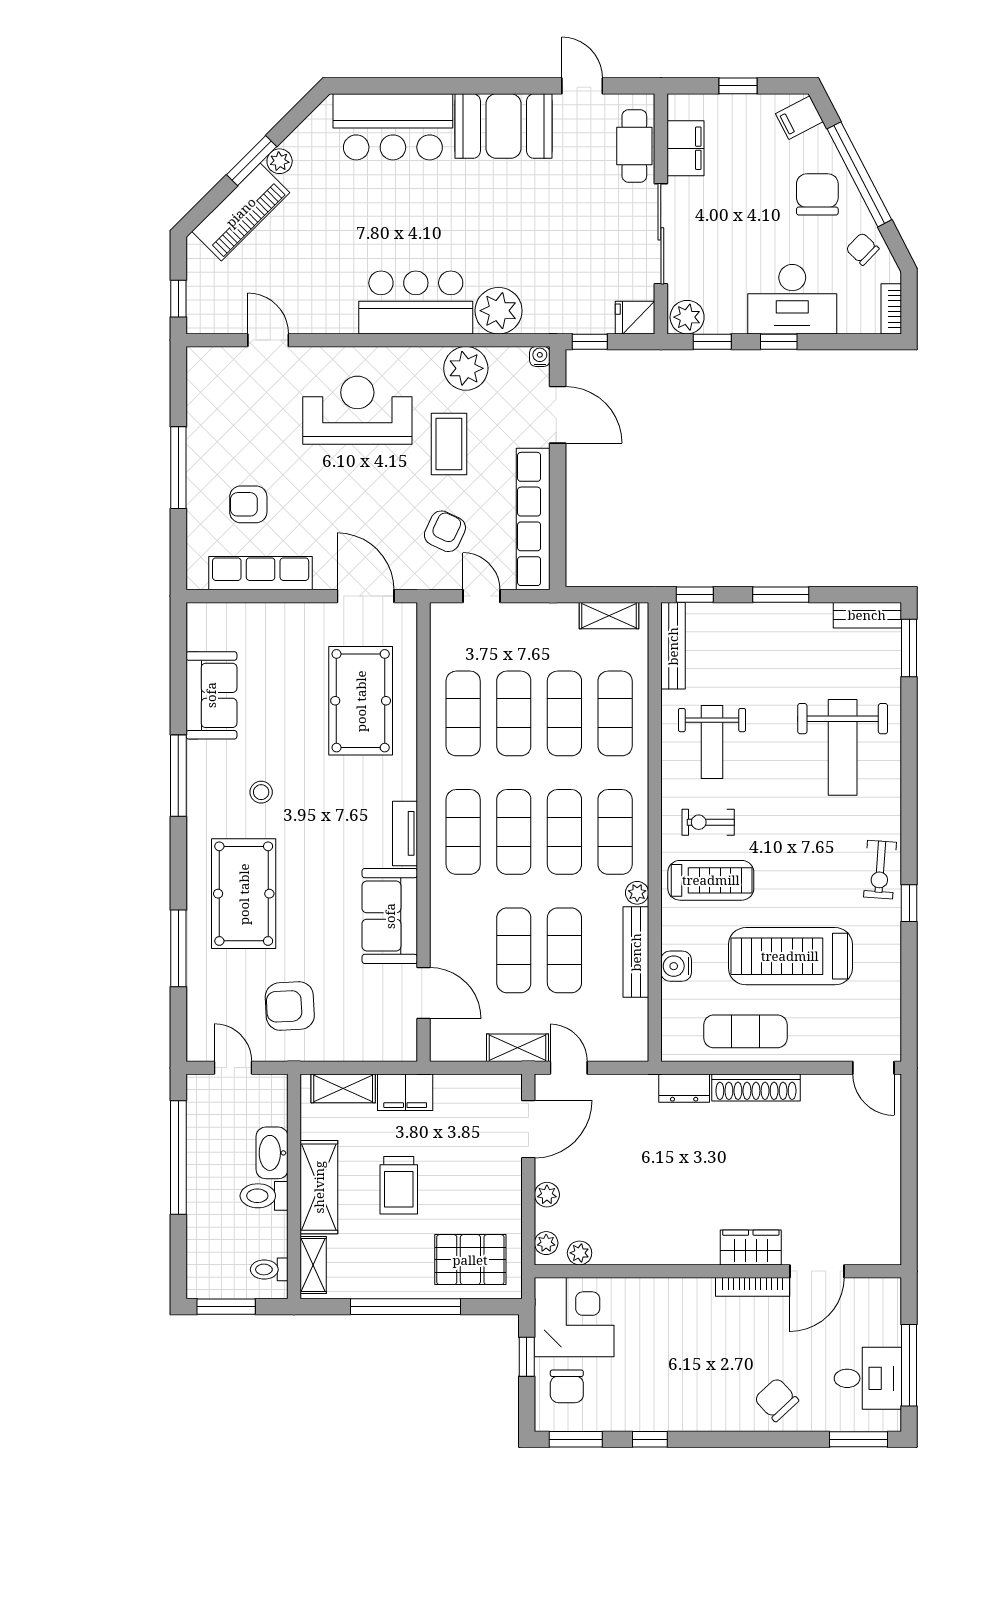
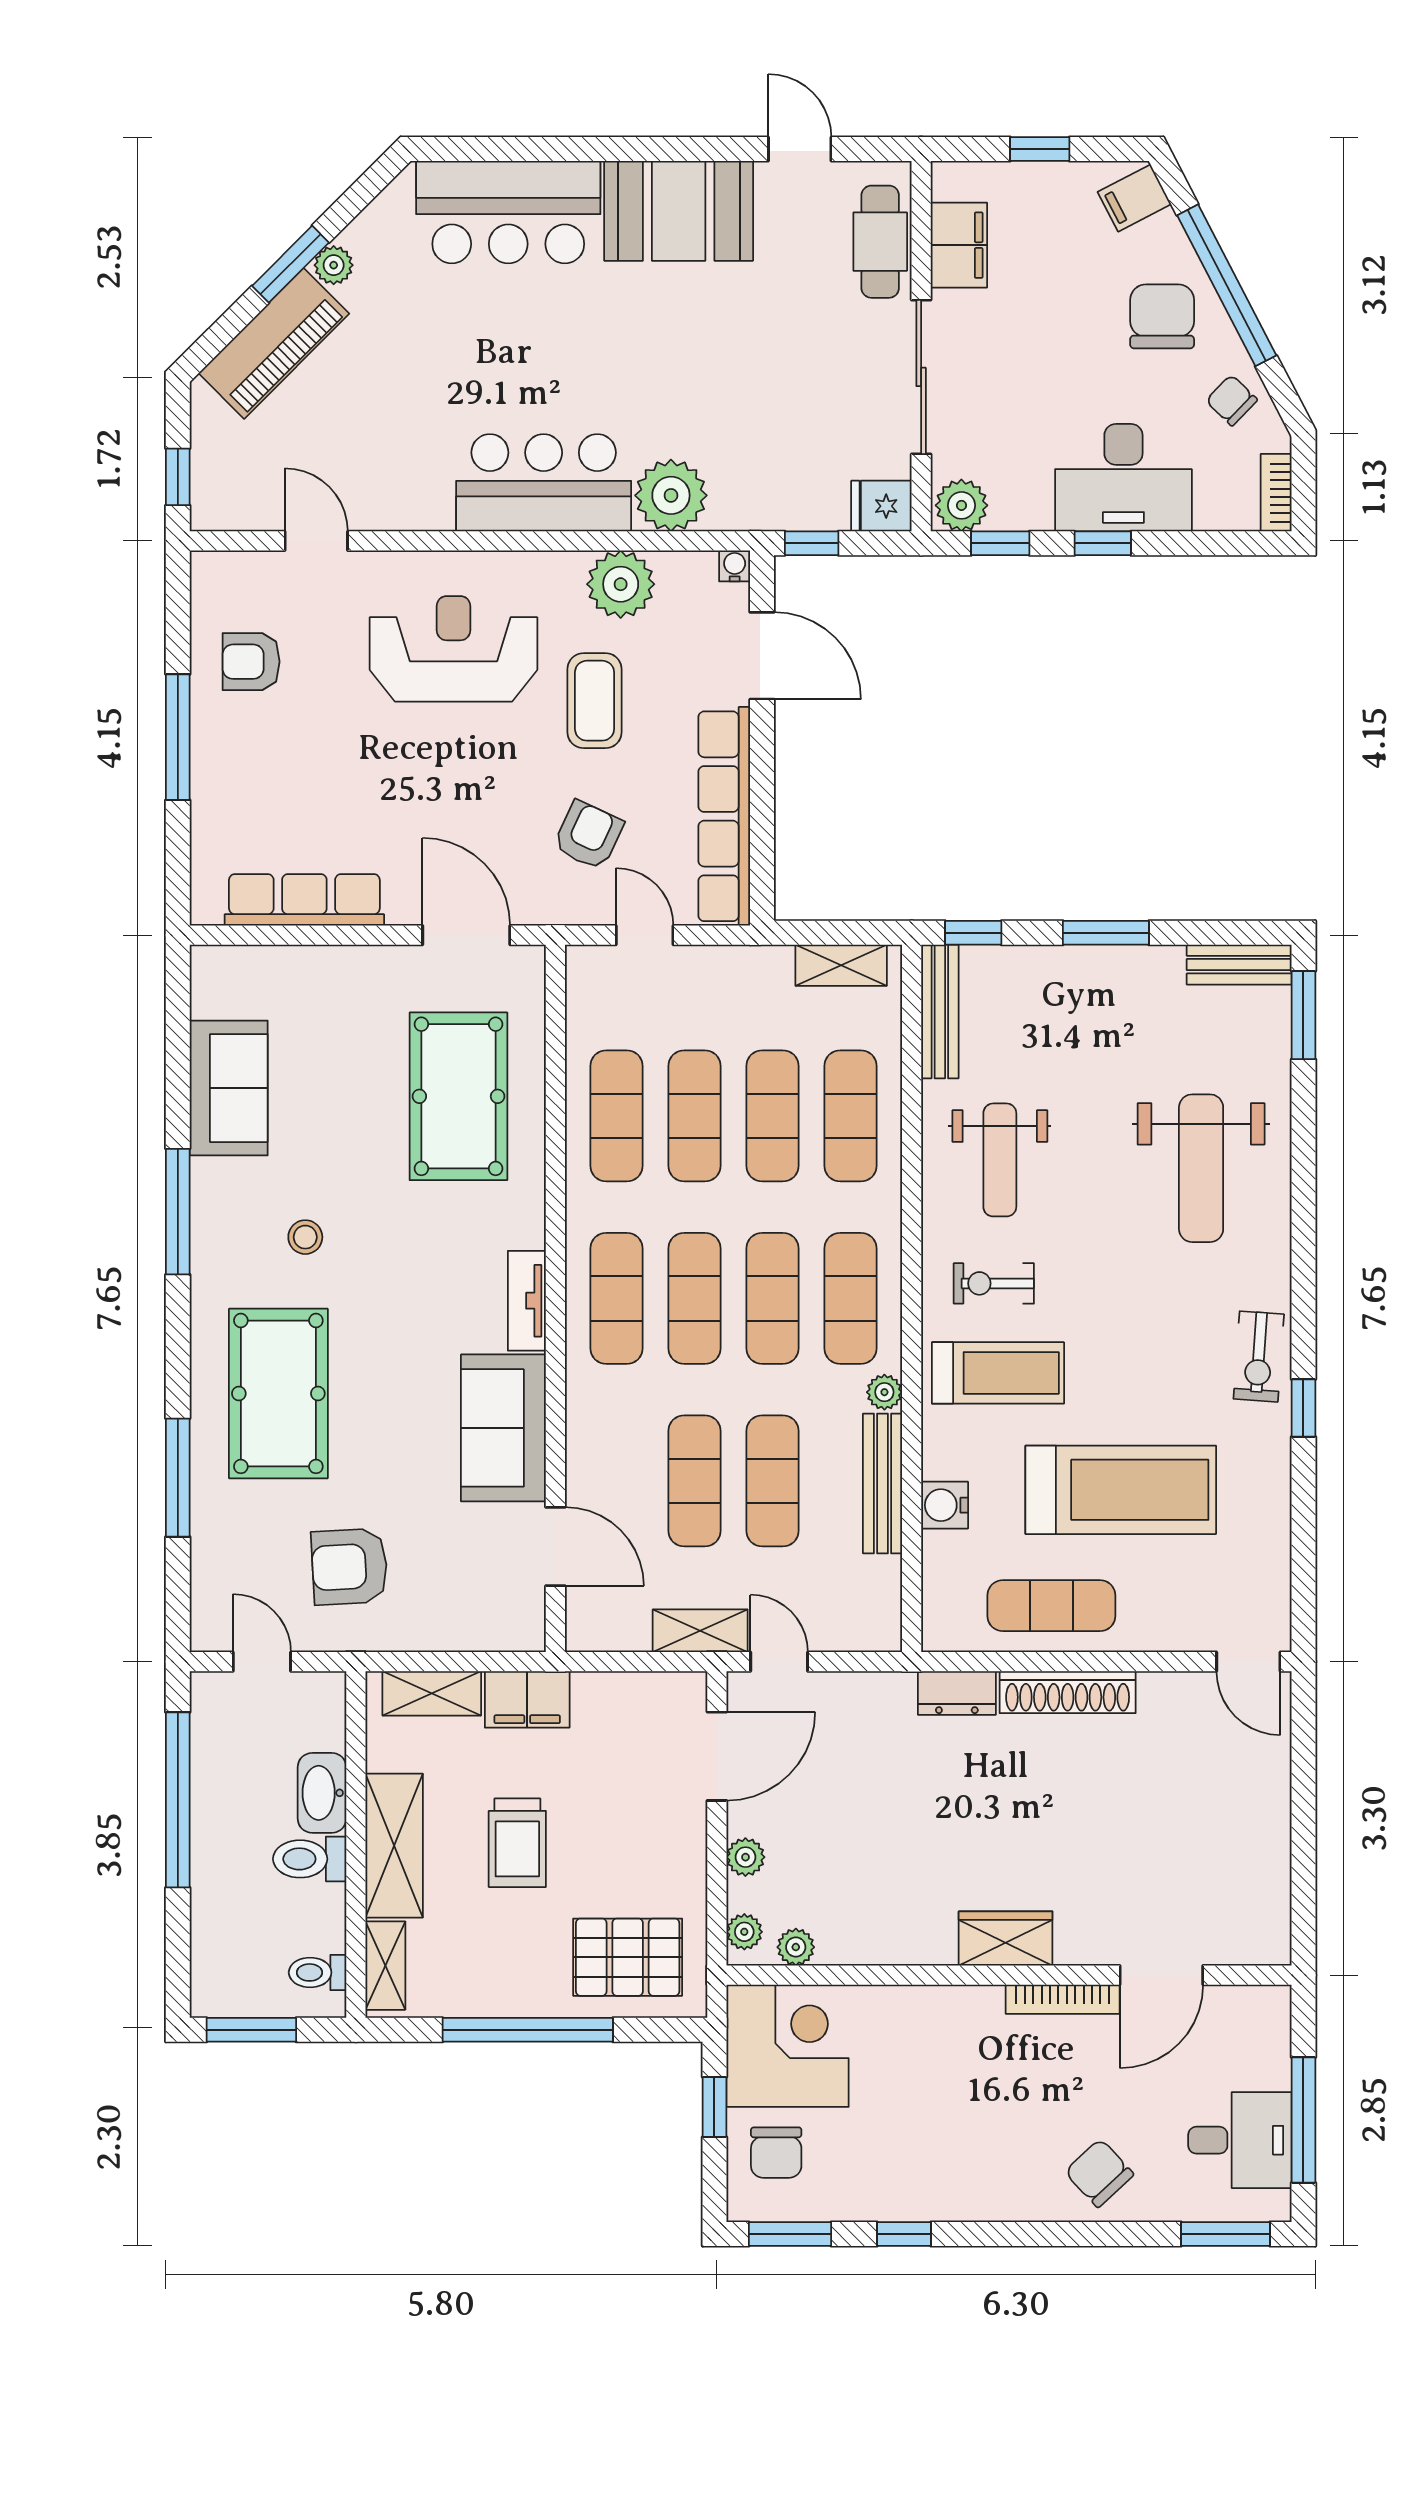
armchair: (248, 504) -> (251, 662), moved
treadmill: (790, 956) -> (1121, 1490), turned 180
wardrobe: (751, 1247) -> (1006, 1938), moved

